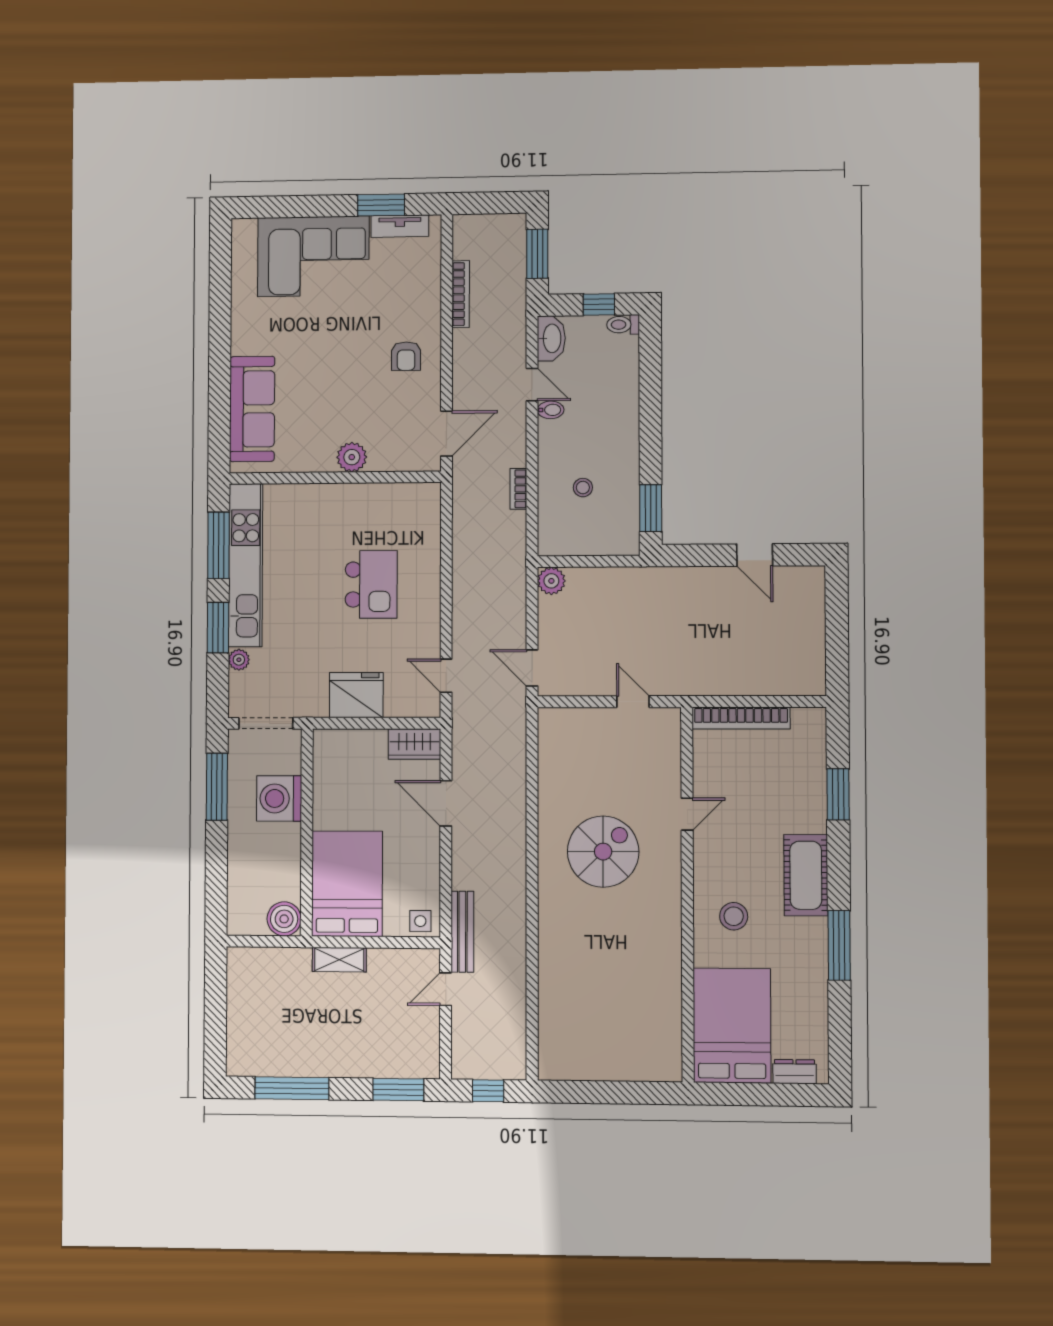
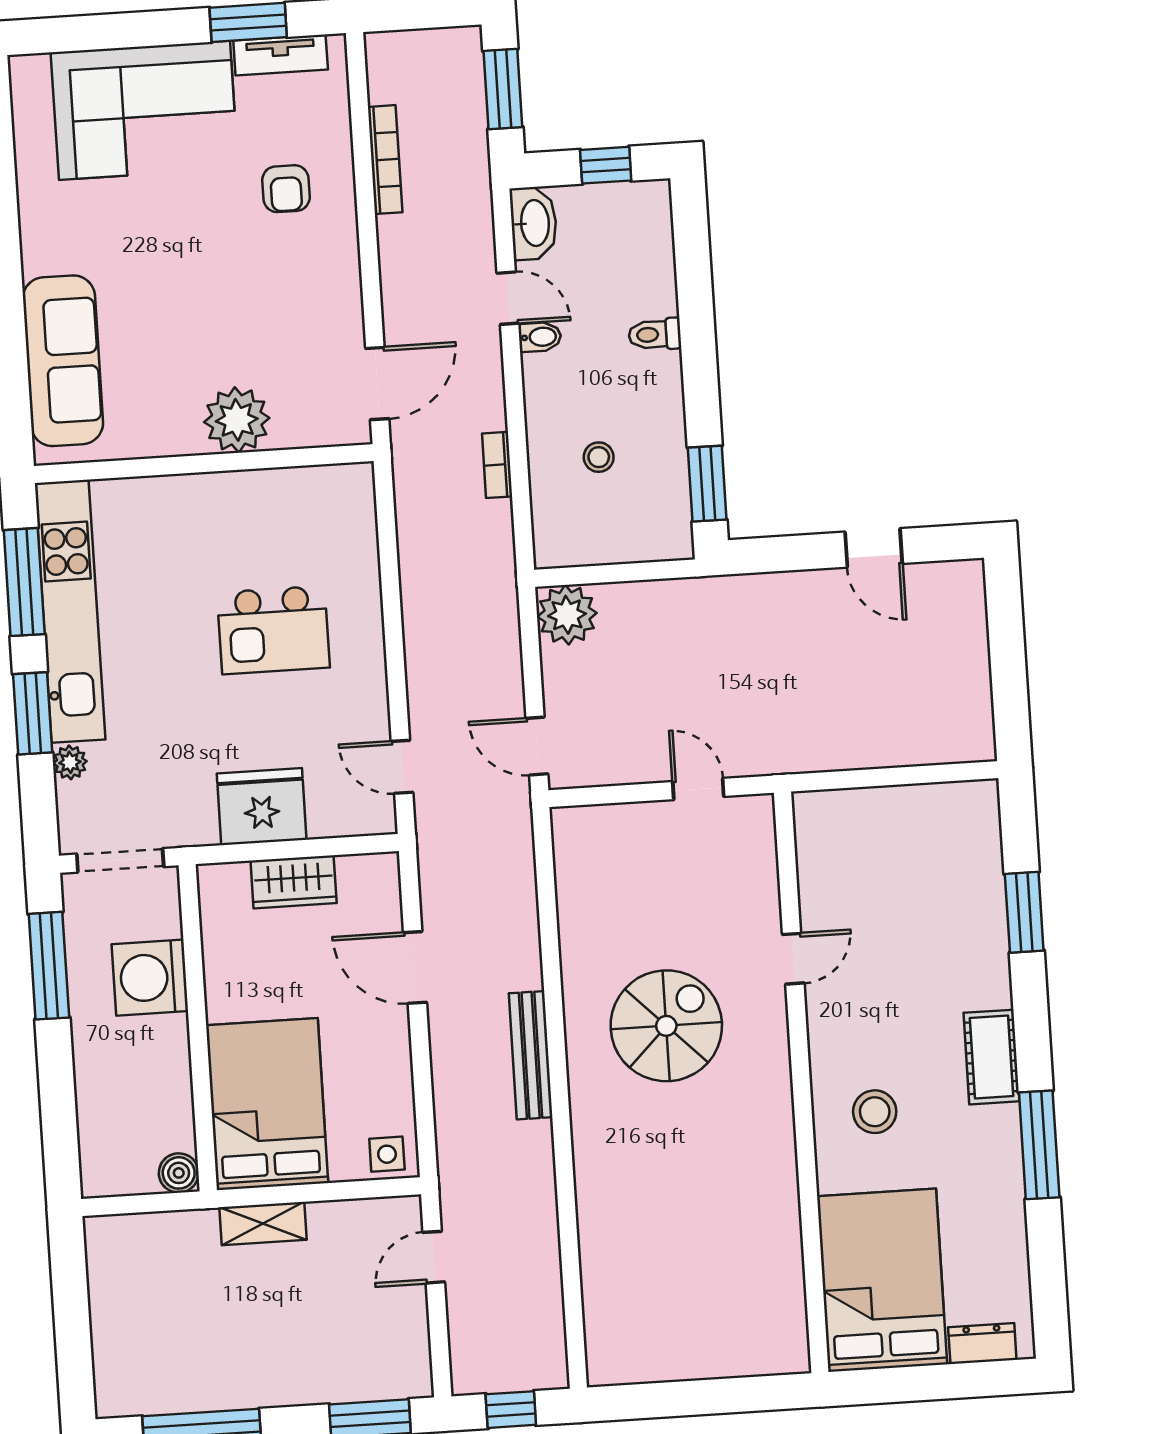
toilet: (623, 325) -> (655, 334), moved
armchair: (406, 356) -> (286, 189), moved
plant: (352, 457) -> (237, 420), width x1.36, depth x1.36
plant: (551, 581) -> (567, 615), width x1.36, depth x1.36
kitchen island: (371, 584) -> (273, 630), turned 90
bookcase: (741, 718) -> (868, 804), removed
wardrobe: (414, 744) -> (294, 882), moved
cot: (806, 875) -> (991, 1057), width x0.73, depth x0.75
boiler: (284, 919) -> (179, 1173), width x0.73, depth x0.73
bench: (462, 932) -> (531, 1055), moved

